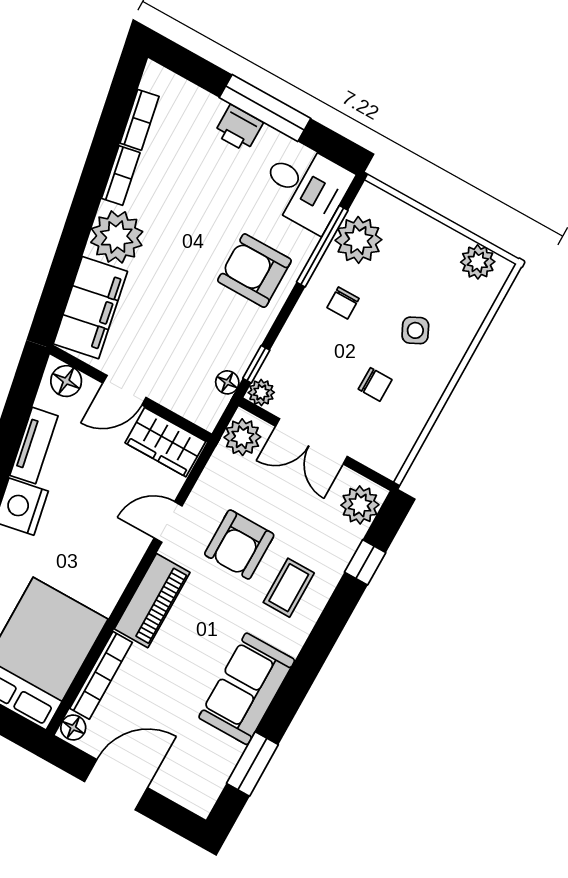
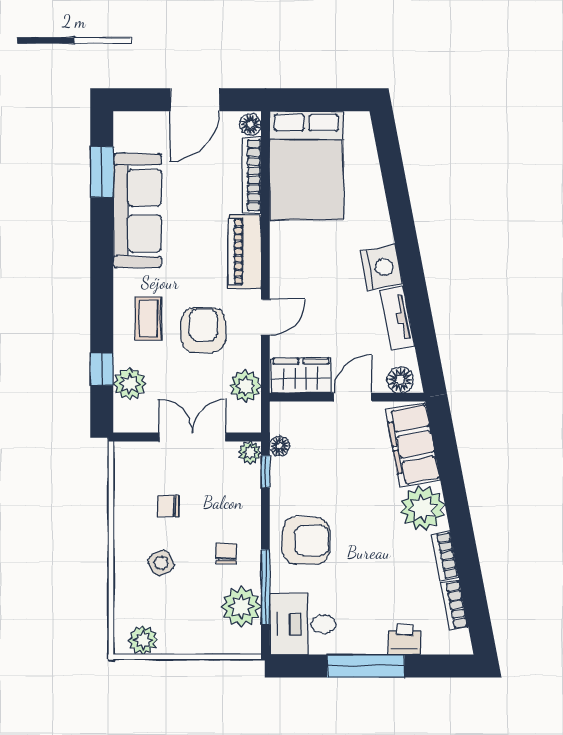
printer: (239, 128) -> (404, 640), moved
plant: (242, 437) -> (245, 386), moved
plant: (360, 505) -> (130, 384), moved
sofa: (247, 689) -> (137, 211), width x1.36

